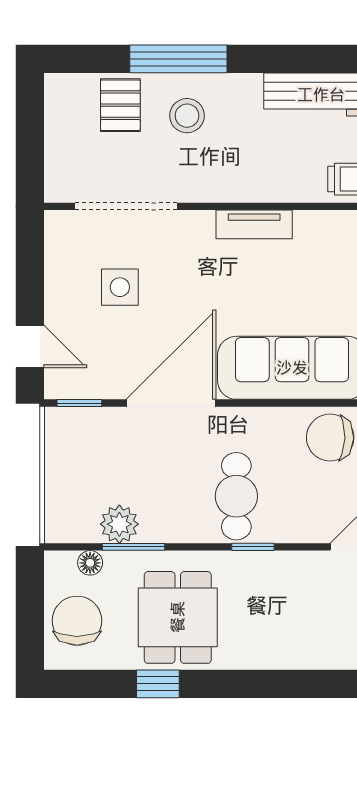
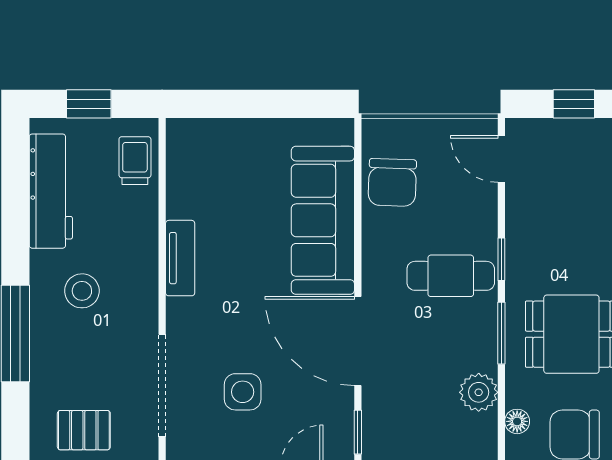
pallet: (120, 105) -> (84, 430), moved
stool: (187, 116) -> (82, 291), moved
window: (134, 547) -> (501, 333), moved

